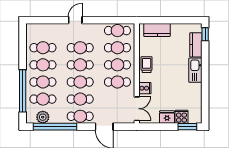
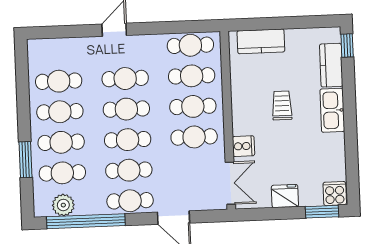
trolley: (147, 65) -> (282, 105), moved
window: (23, 91) -> (25, 160), width x0.47
cooker: (181, 117) -> (335, 194), moved

